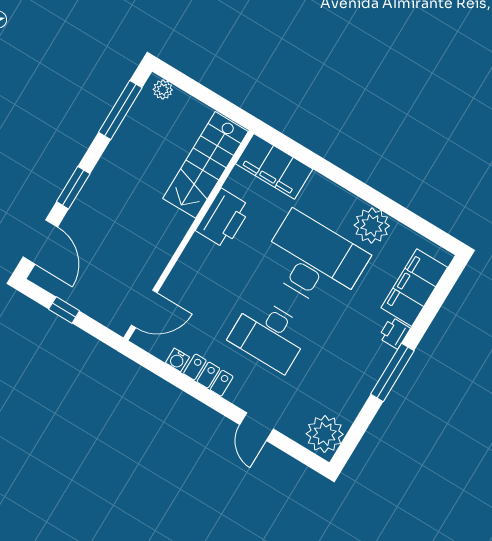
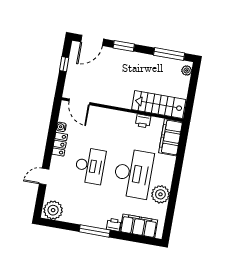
printer: (223, 218) -> (143, 121), width x0.53, depth x0.68
desk: (269, 335) -> (90, 166), turned 180

